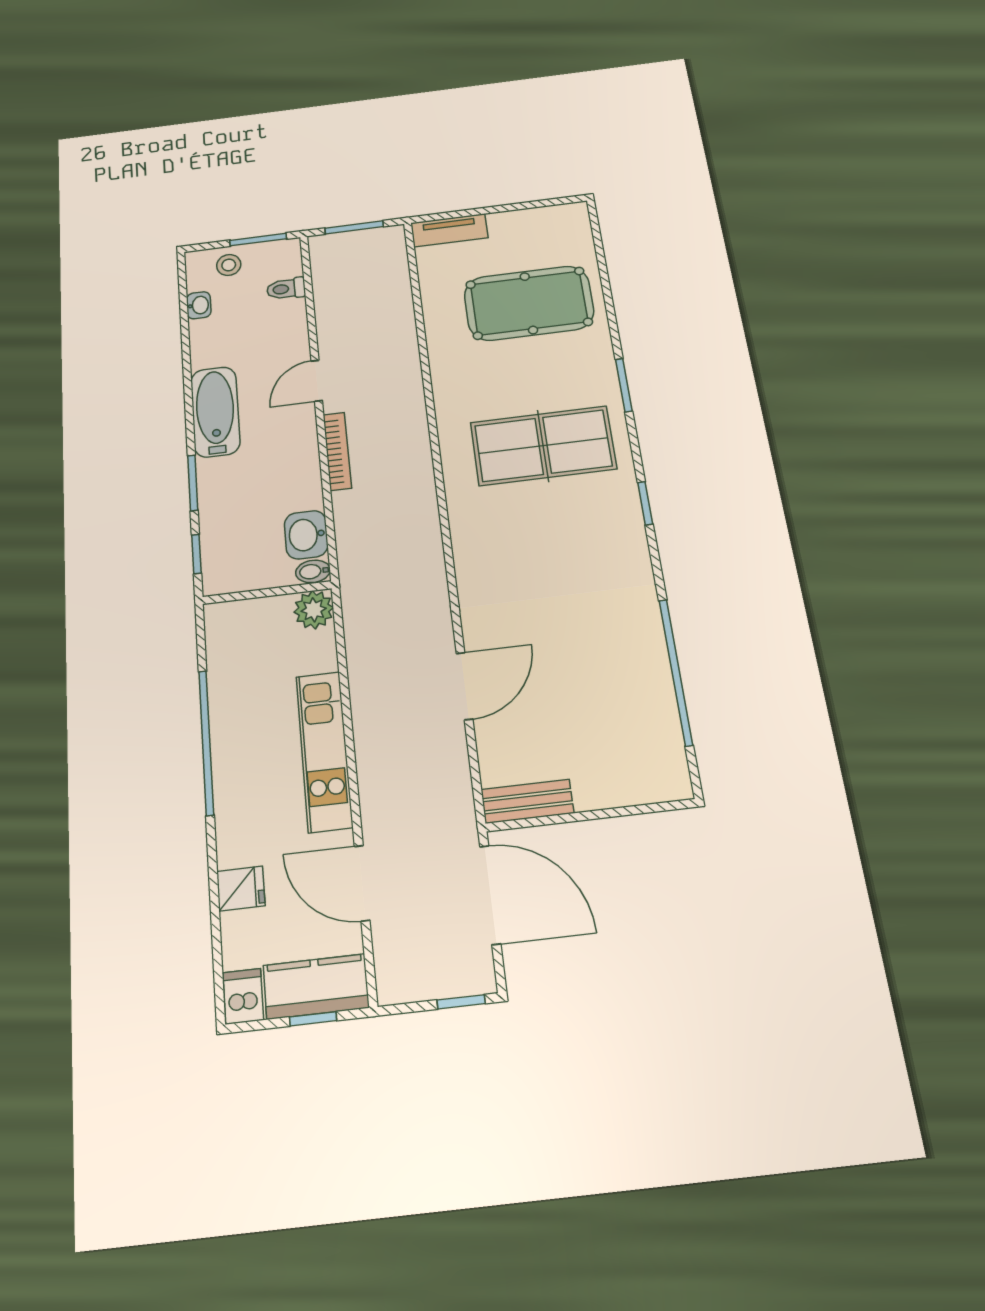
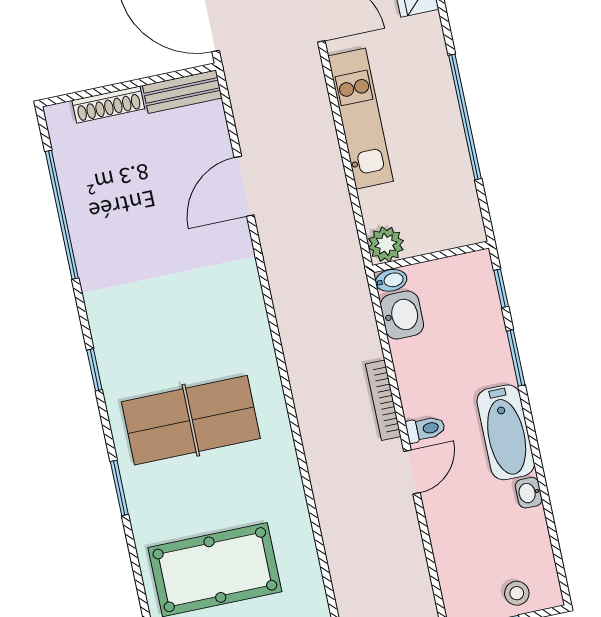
toilet: (286, 289) -> (426, 429), moved
washbasin: (199, 305) -> (529, 493), moved
shoe rack: (616, 794) -> (108, 105), added

